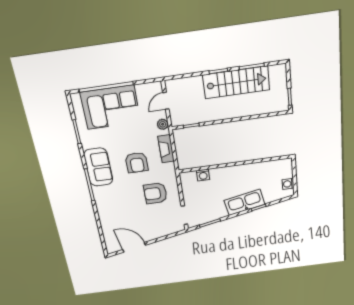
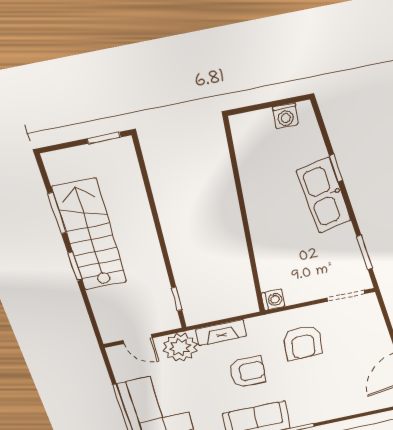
plant: (163, 124) -> (180, 347), width x1.88, depth x1.88
washing machine: (203, 175) -> (273, 300), moved

